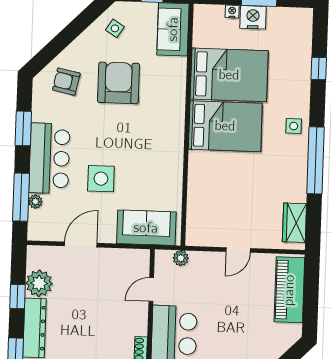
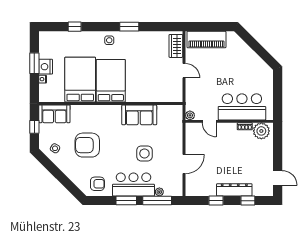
armchair: (66, 82) -> (97, 184), moved, turned -102
window: (23, 128) -> (126, 201), moved
window: (316, 160) -> (129, 27), width x0.47
wardrobe: (294, 223) -> (176, 46), moved, turned 90
sofa: (146, 228) -> (139, 115), moved, turned -90
door: (81, 245) -> (184, 164), swing flipped
plant: (181, 258) -> (190, 115), moved
plant: (39, 283) -> (208, 188), removed

